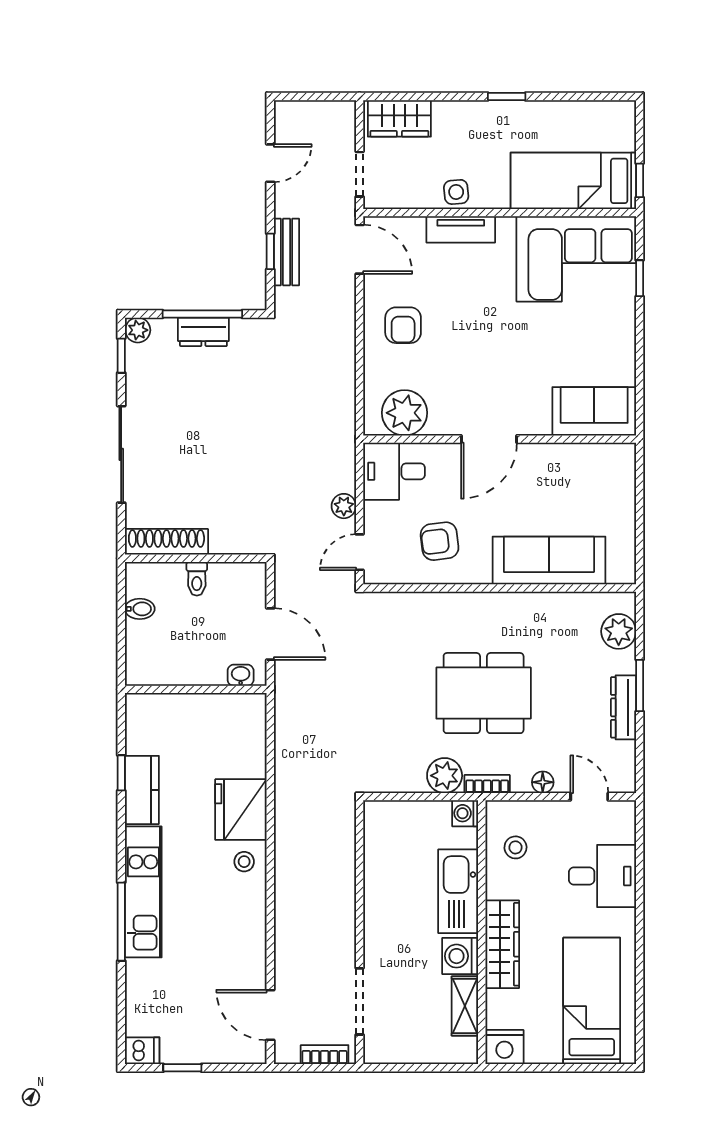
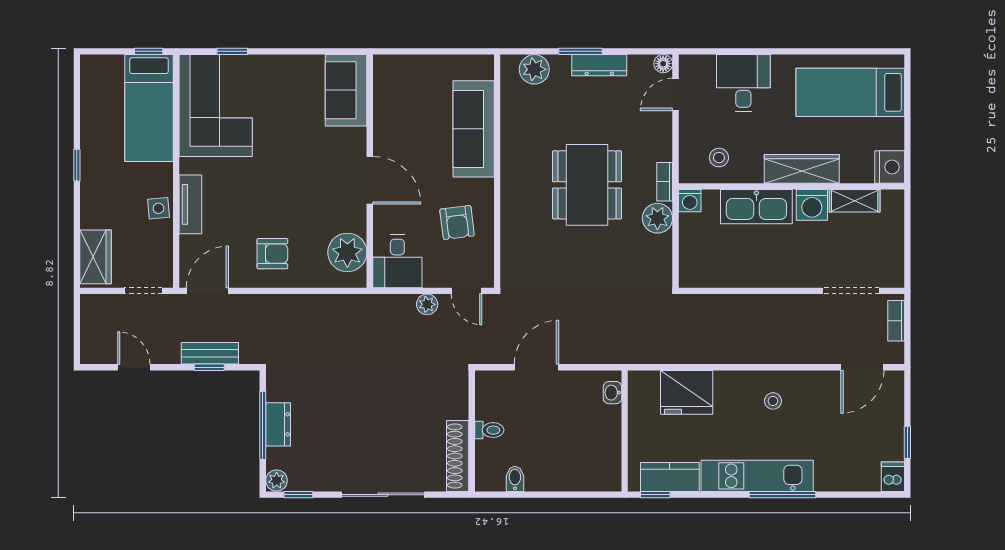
washbasin: (241, 675) -> (612, 393), moved
wall: (196, 689) -> (625, 431), moved
floor lamp: (543, 782) -> (663, 64), moved
stool: (244, 862) -> (773, 401), moved

